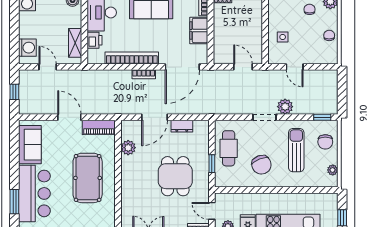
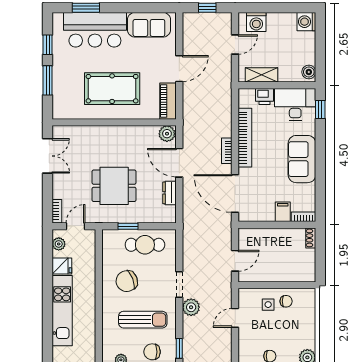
chair: (310, 9) -> (286, 301), moved
filing cabinet: (199, 30) -> (283, 212), width x0.50
plant: (128, 148) -> (167, 134), moved

